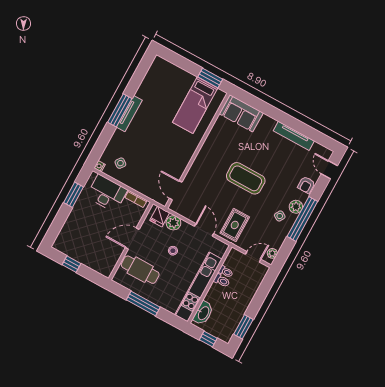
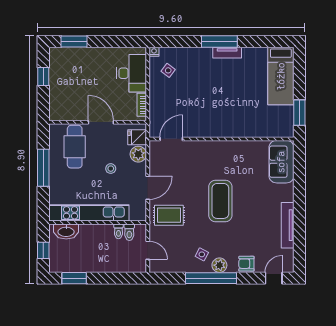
bed: (195, 105) -> (281, 76), moved, turned -90
tv unit: (129, 114) -> (227, 53), width x0.71
window: (74, 195) -> (74, 41), moved
plant: (272, 253) -> (161, 267), removed
toilet: (222, 281) -> (129, 232), moved

